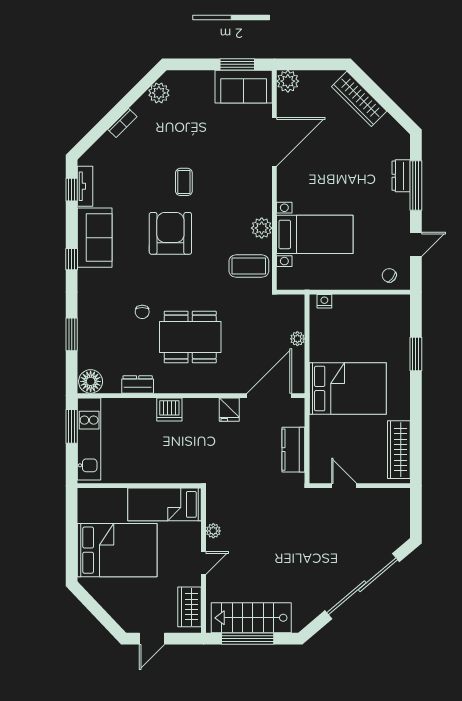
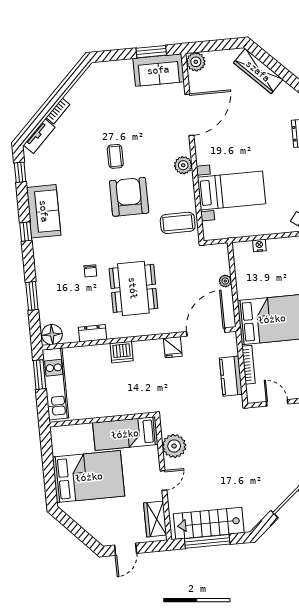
plant: (159, 93) -> (87, 82), removed
tv unit: (85, 186) -> (39, 136), moved, turned 45
plant: (262, 228) -> (183, 165), moved
armchair: (170, 233) -> (129, 197), moved
nightstand: (324, 301) -> (259, 245), moved
dining table: (190, 337) -> (133, 288), turned 90
bookcase: (315, 438) -> (248, 365), added
plant: (213, 531) -> (174, 446), width x1.88, depth x1.88

